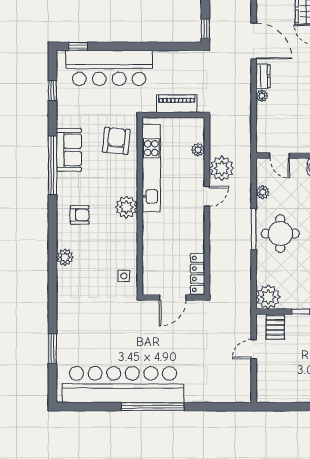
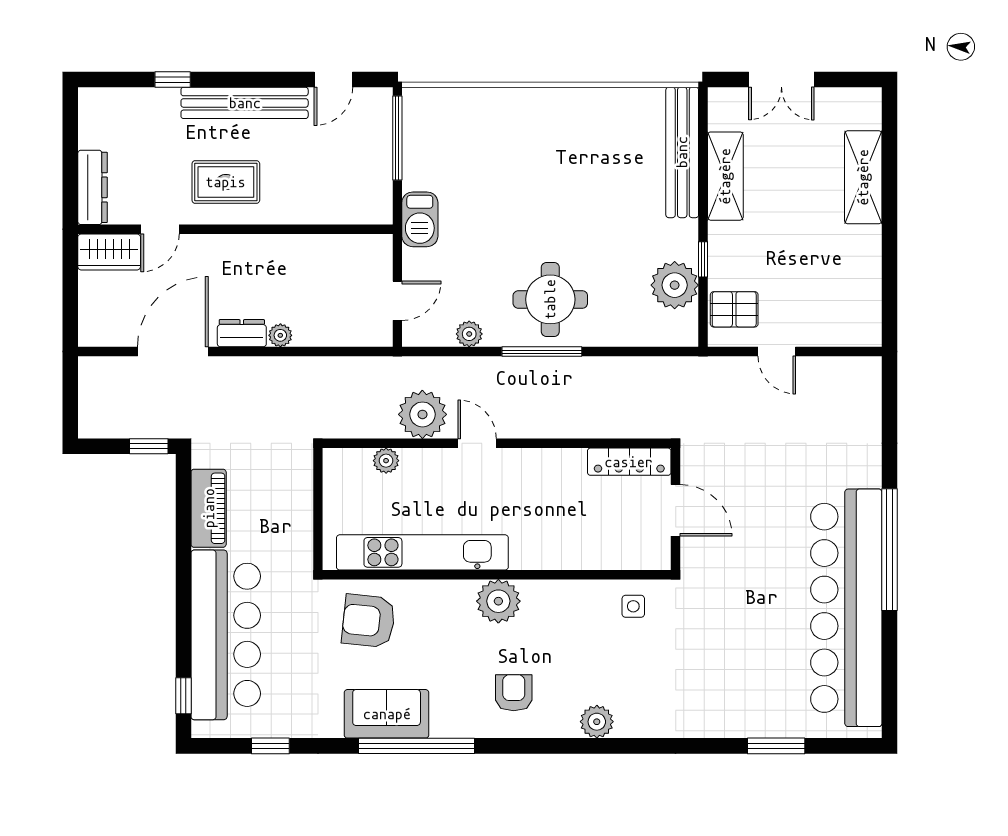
piano: (177, 104) -> (209, 508), moved, turned 180
plant: (268, 297) -> (675, 285), moved

